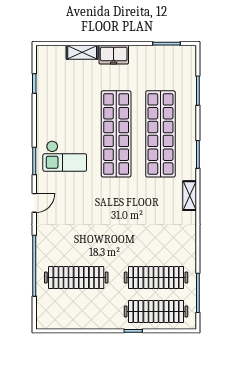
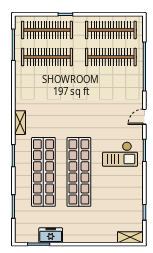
shelving: (82, 52) -> (130, 237), moved
freezer: (114, 55) -> (51, 235), moved
checkout: (65, 156) -> (120, 154), turned 180
clothes rail: (76, 311) -> (111, 30), added

